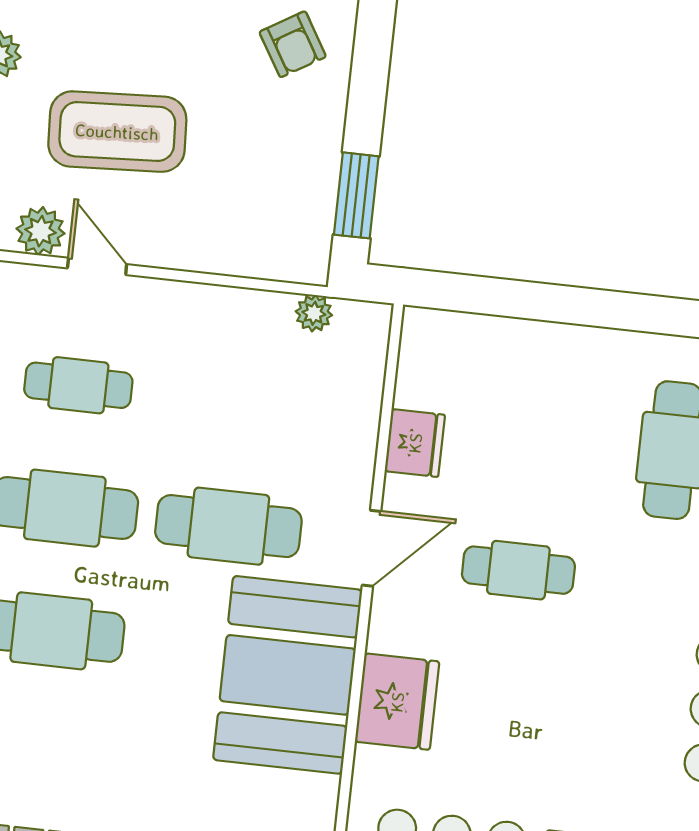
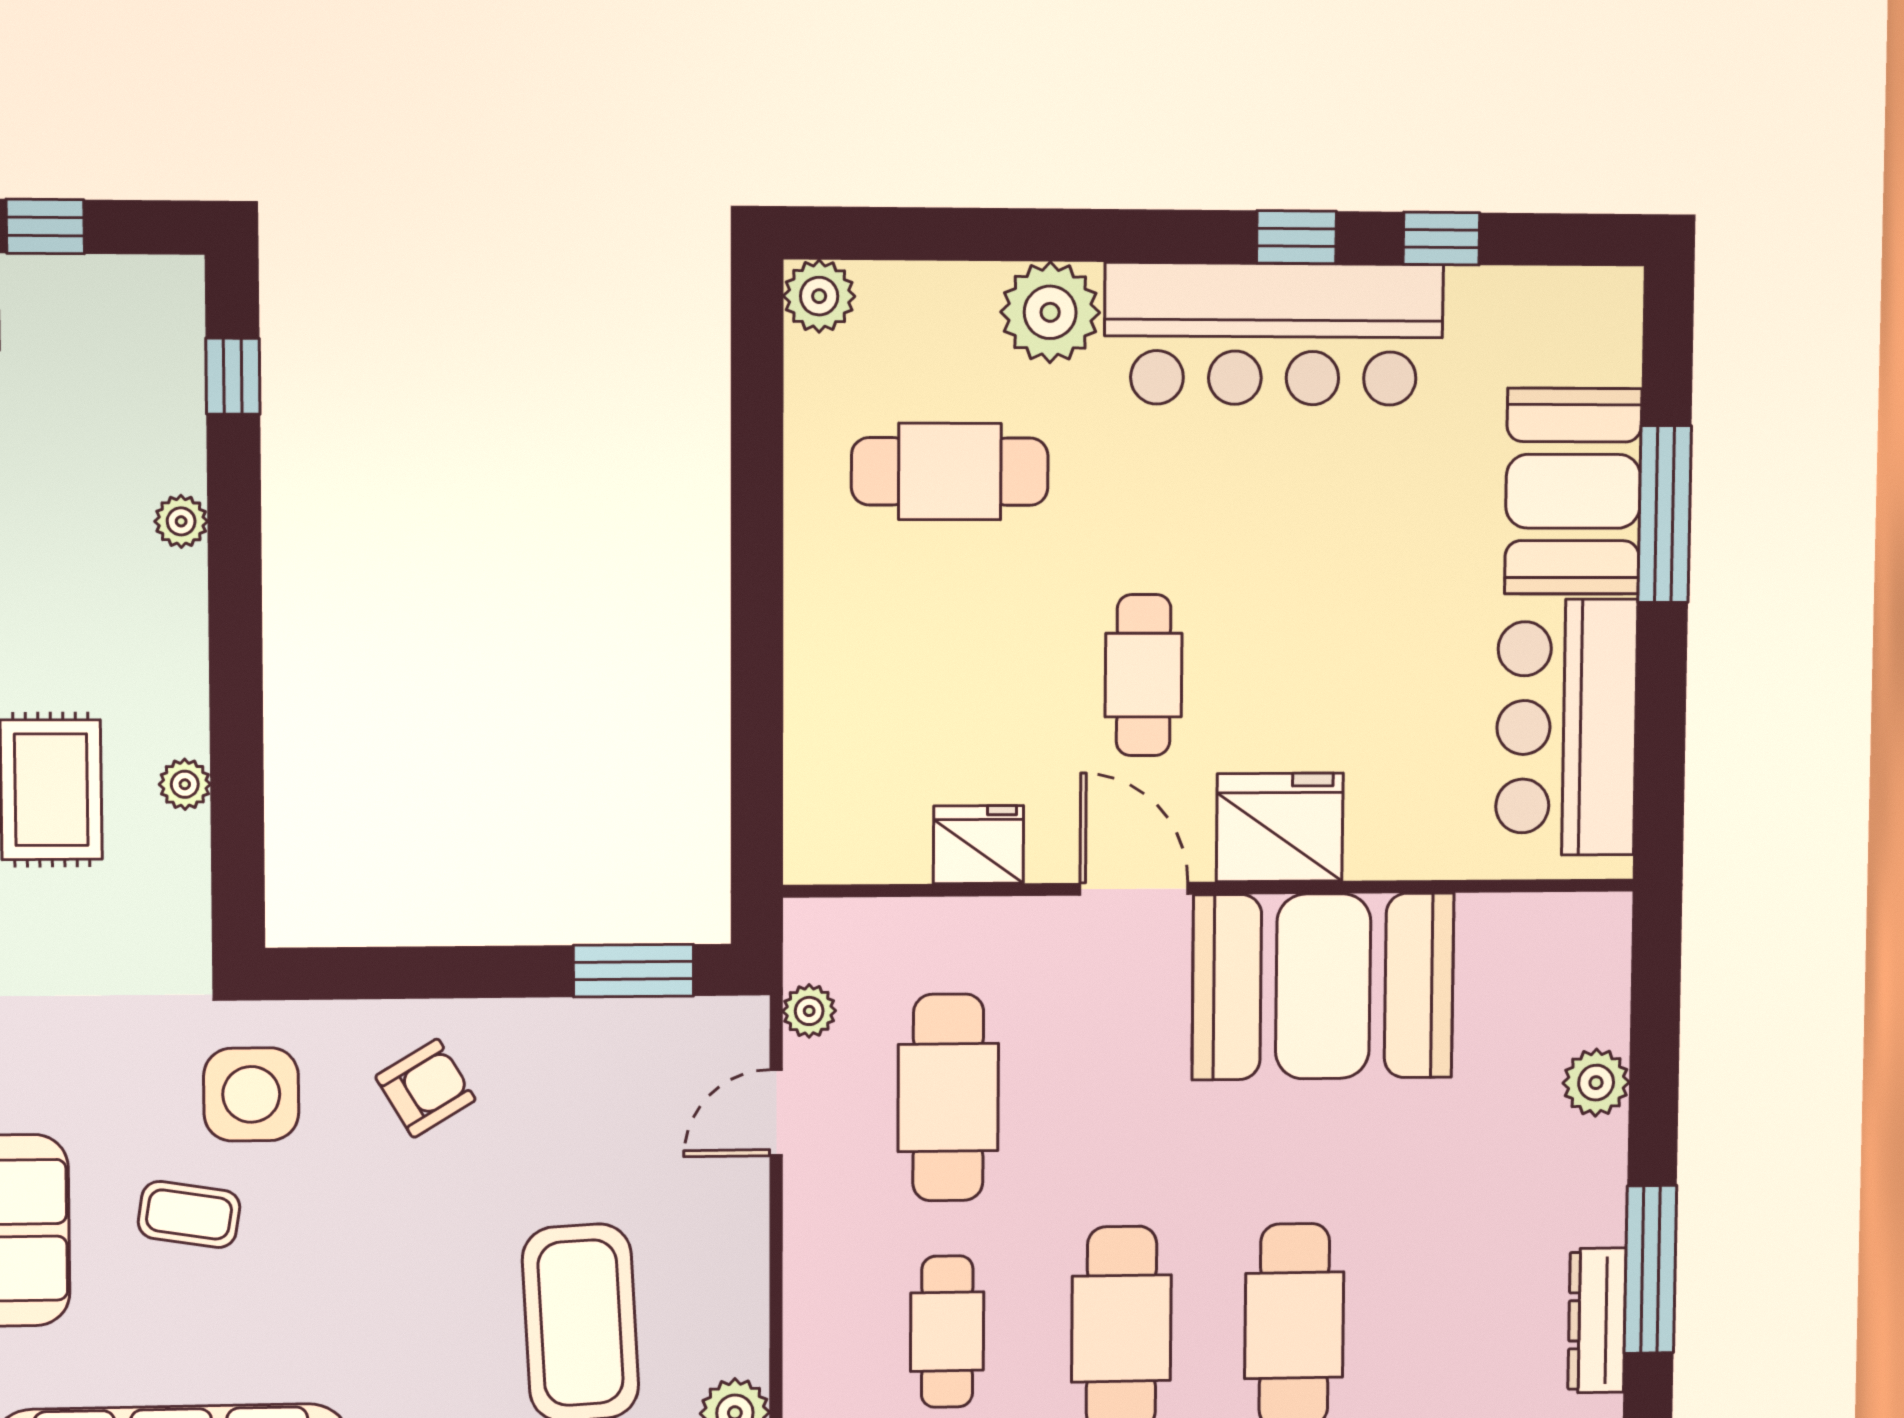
door: (97, 266) -> (776, 1113), moved
cafe table: (228, 526) -> (948, 1098), moved
fridge: (397, 702) -> (1280, 827), moved

